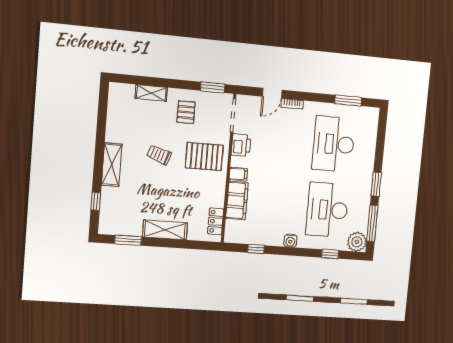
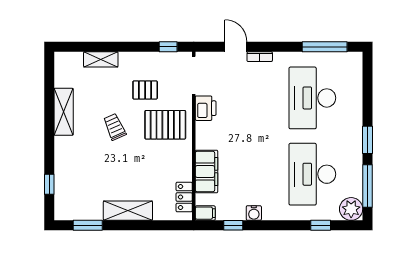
window: (213, 87) -> (168, 47), width x0.67
door: (272, 93) -> (236, 47), swing flipped
window: (348, 100) -> (325, 47), width x1.44
pallet: (186, 112) -> (145, 90), moved, turned 90
trolley: (159, 155) -> (115, 127), turned 47
shelving: (112, 165) -> (64, 112), moved
filing cabinet: (238, 174) -> (205, 213), moved
water cooler: (290, 241) -> (254, 213), moved

